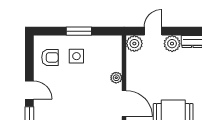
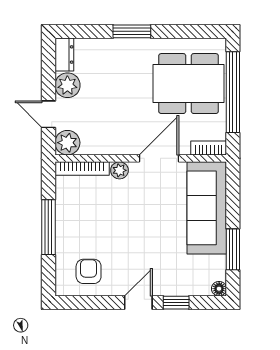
window: (79, 31) -> (48, 227), width x1.44
bookcase: (117, 53) -> (82, 169), added
side table: (76, 56) -> (87, 231), removed

